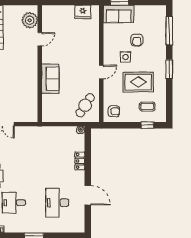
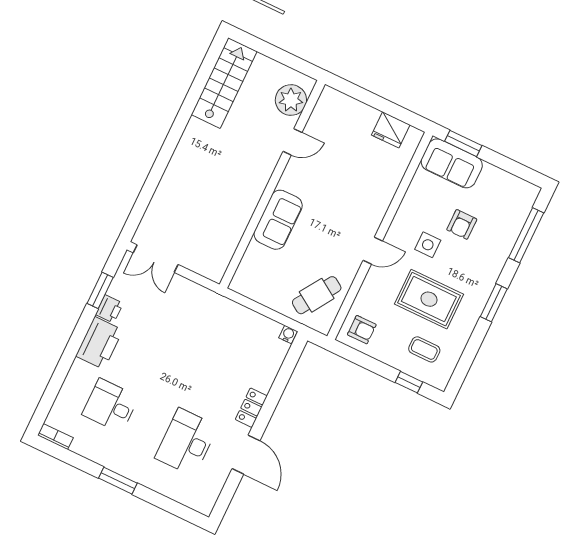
locker: (80, 161) -> (251, 408), moved

